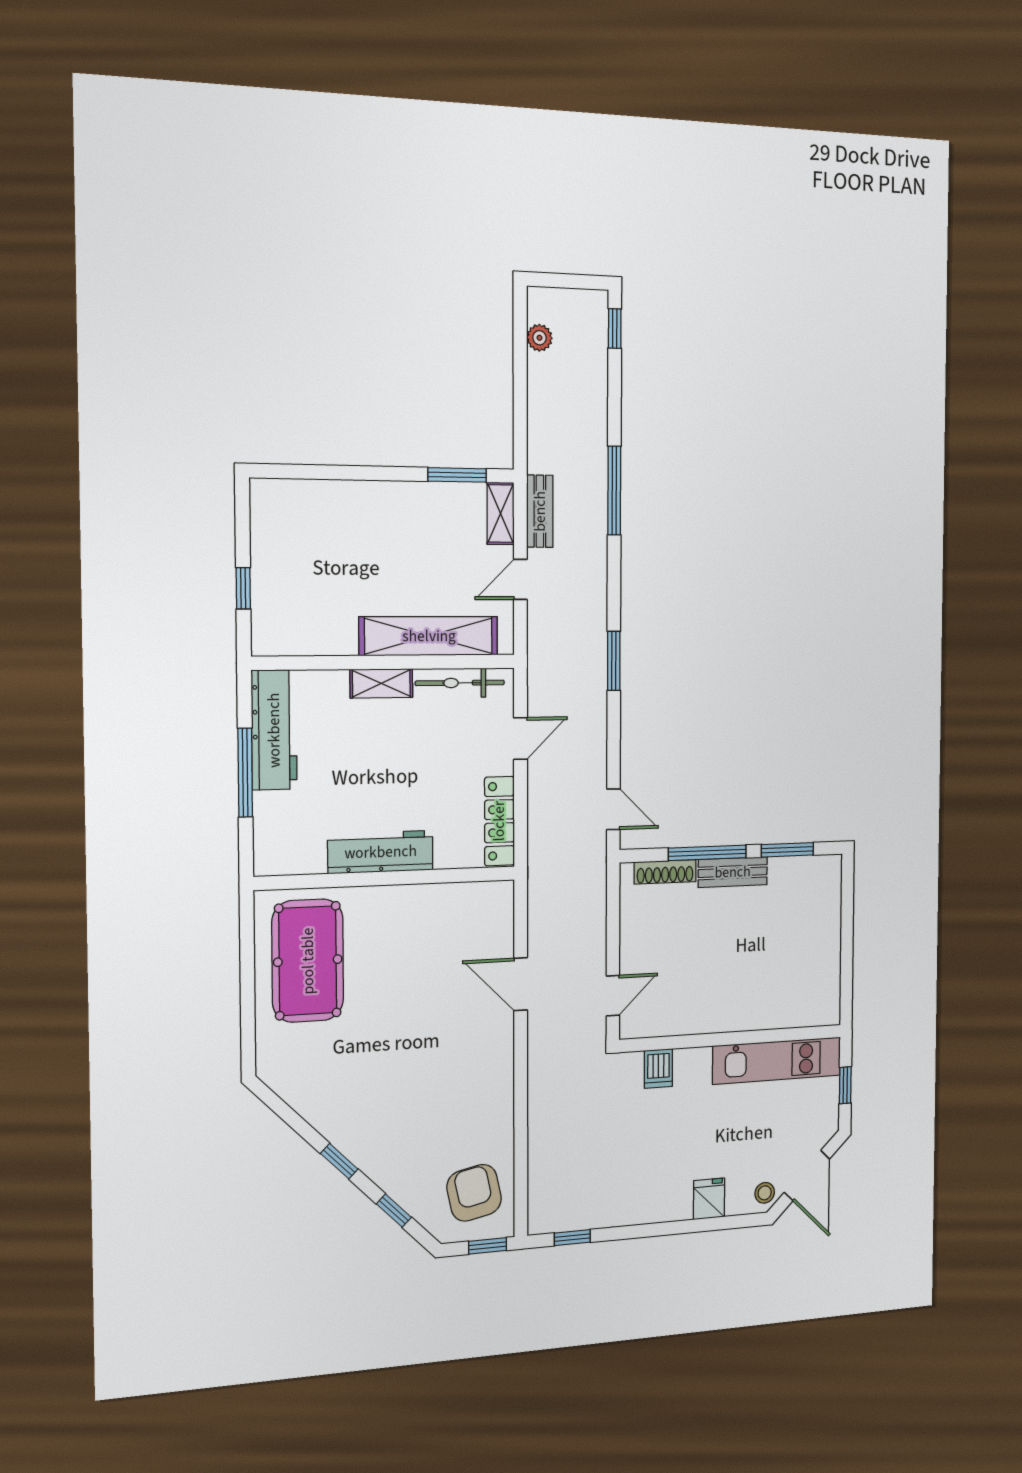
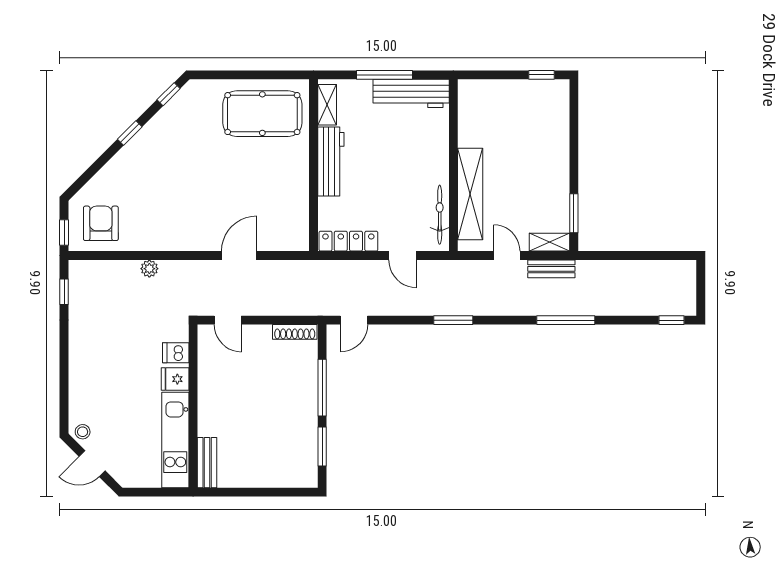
plant: (539, 338) -> (149, 269), moved
window: (243, 588) -> (541, 75), moved
shelving: (381, 683) -> (327, 105), moved
shoe rack: (665, 872) -> (295, 332), moved, turned -90
bench: (733, 872) -> (207, 463), moved
window: (845, 1085) -> (154, 492), removed
door: (807, 1176) -> (92, 464), width x0.73
armchair: (474, 1193) -> (101, 223), turned -78
fridge: (709, 1199) -> (175, 379), moved, turned 180
window: (394, 1211) -> (169, 94), moved

